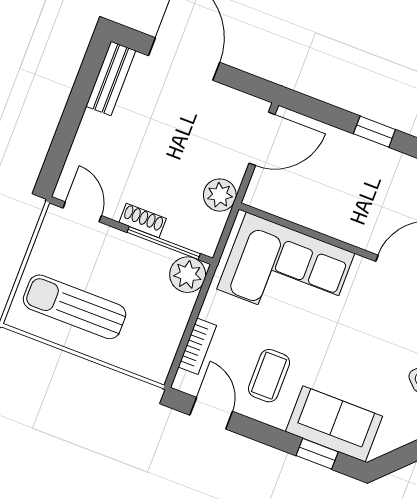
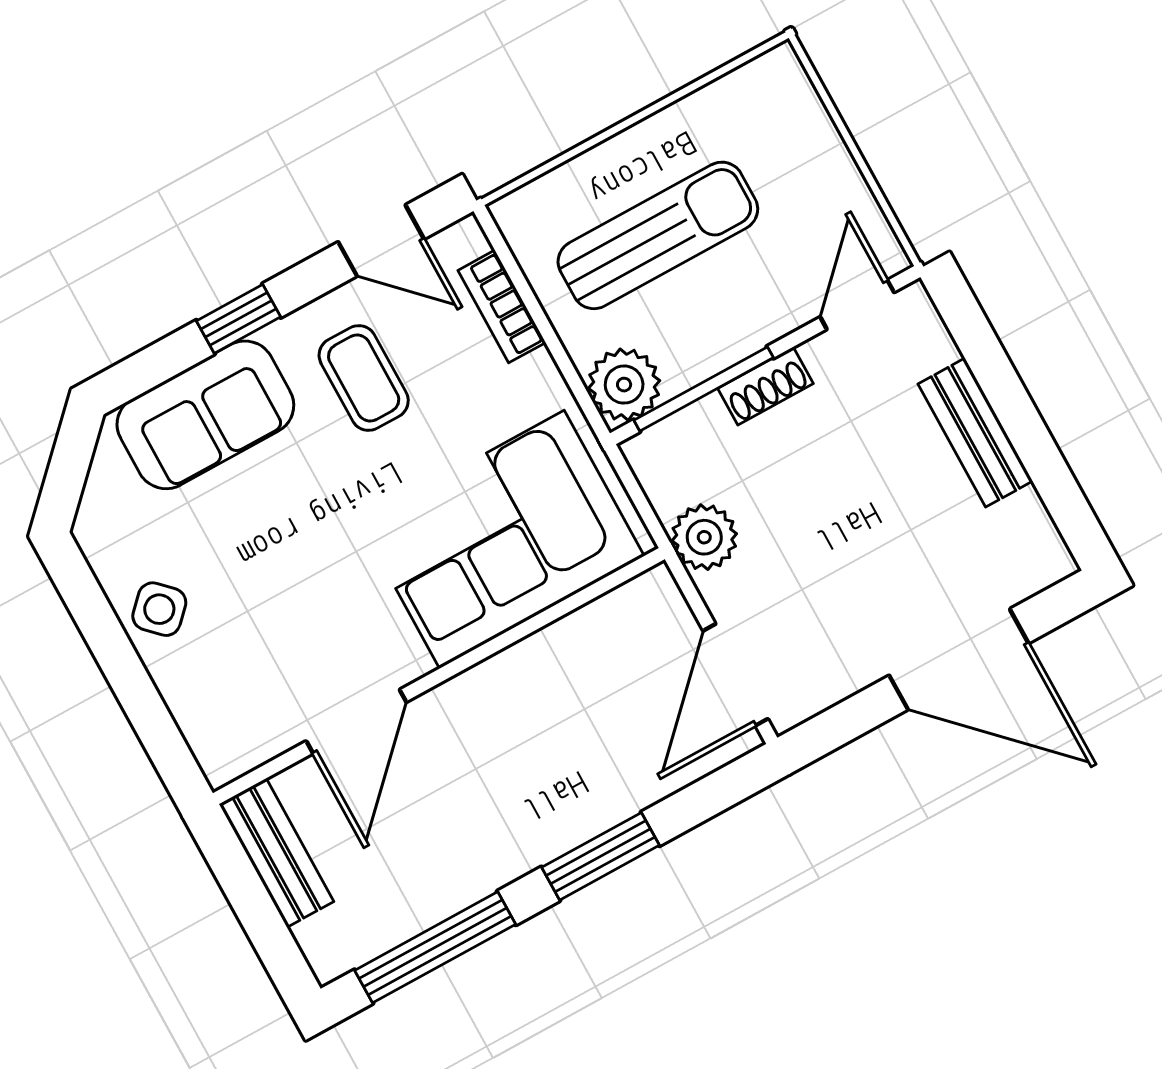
bench: (111, 78) -> (975, 433), moved
window: (374, 132) -> (600, 856), width x1.50
door: (82, 212) -> (857, 305), swing flipped
sun lounger: (75, 307) -> (658, 235), moved
window: (317, 454) -> (238, 319), moved

